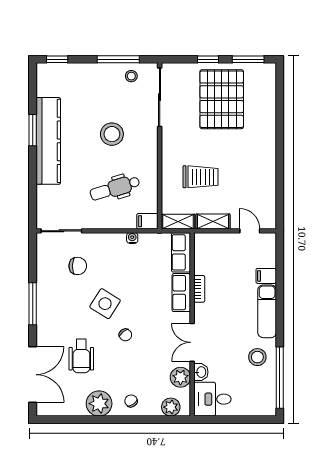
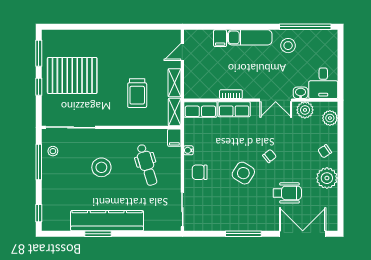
trolley: (201, 177) -> (137, 93), turned 180
chair: (78, 266) -> (200, 172), moved, turned -91

